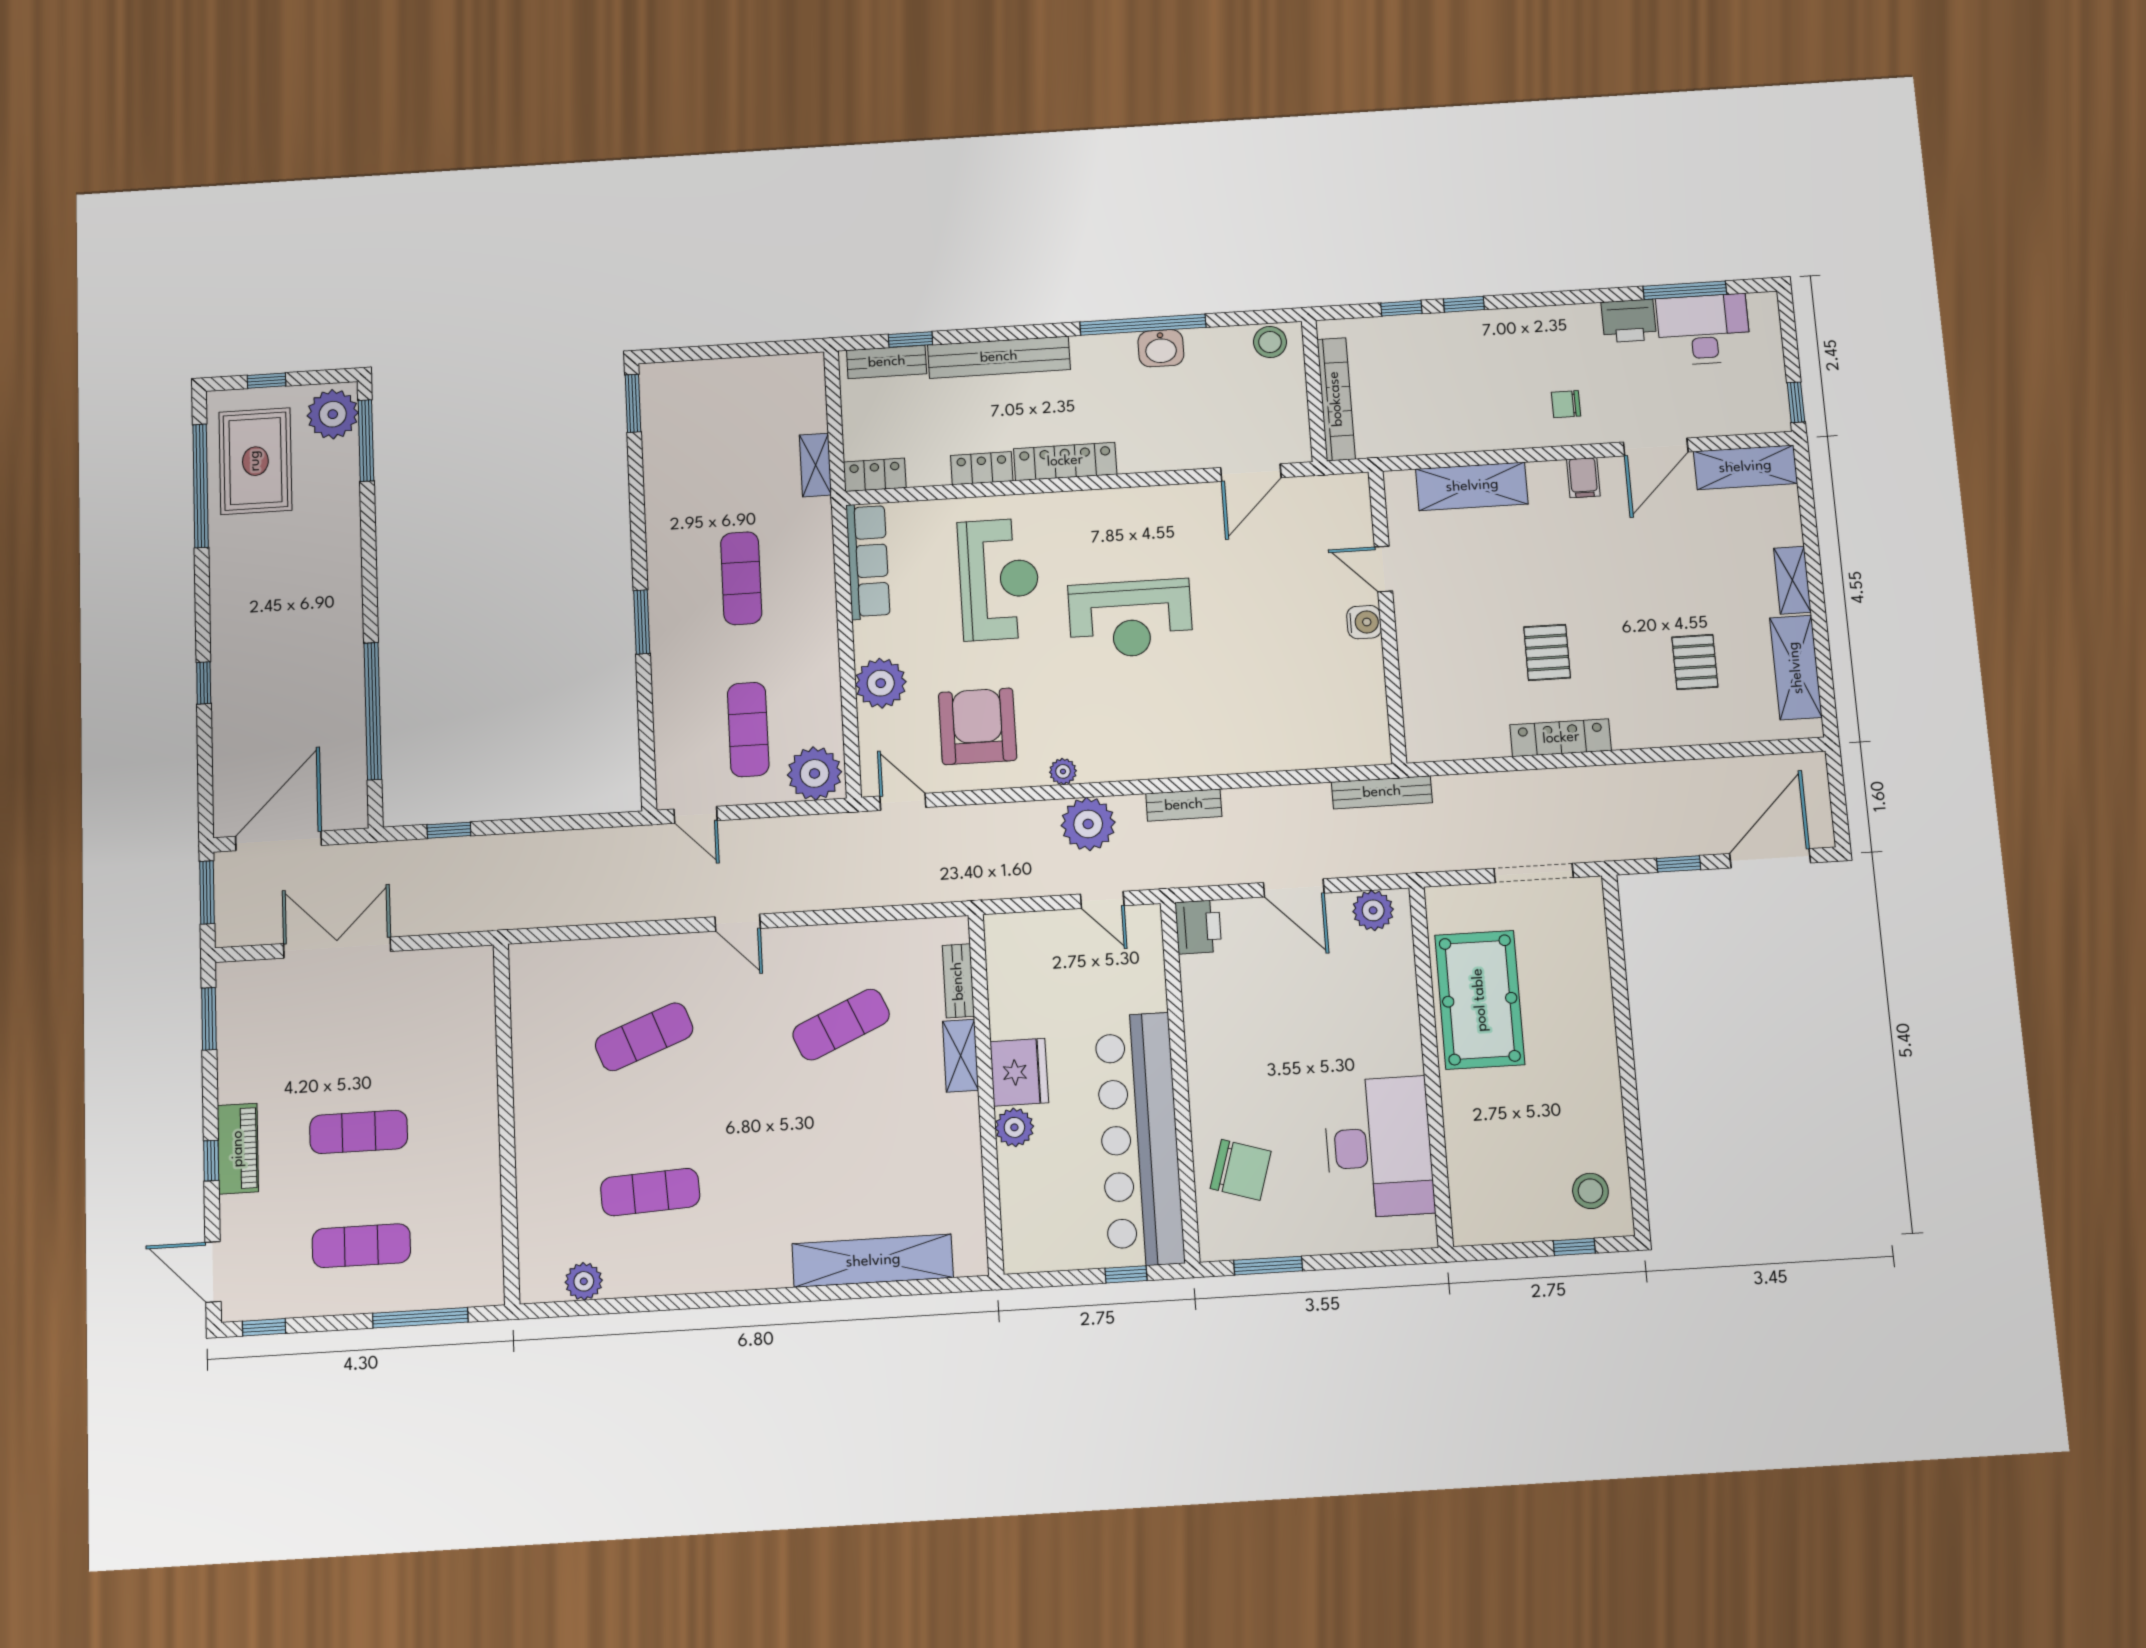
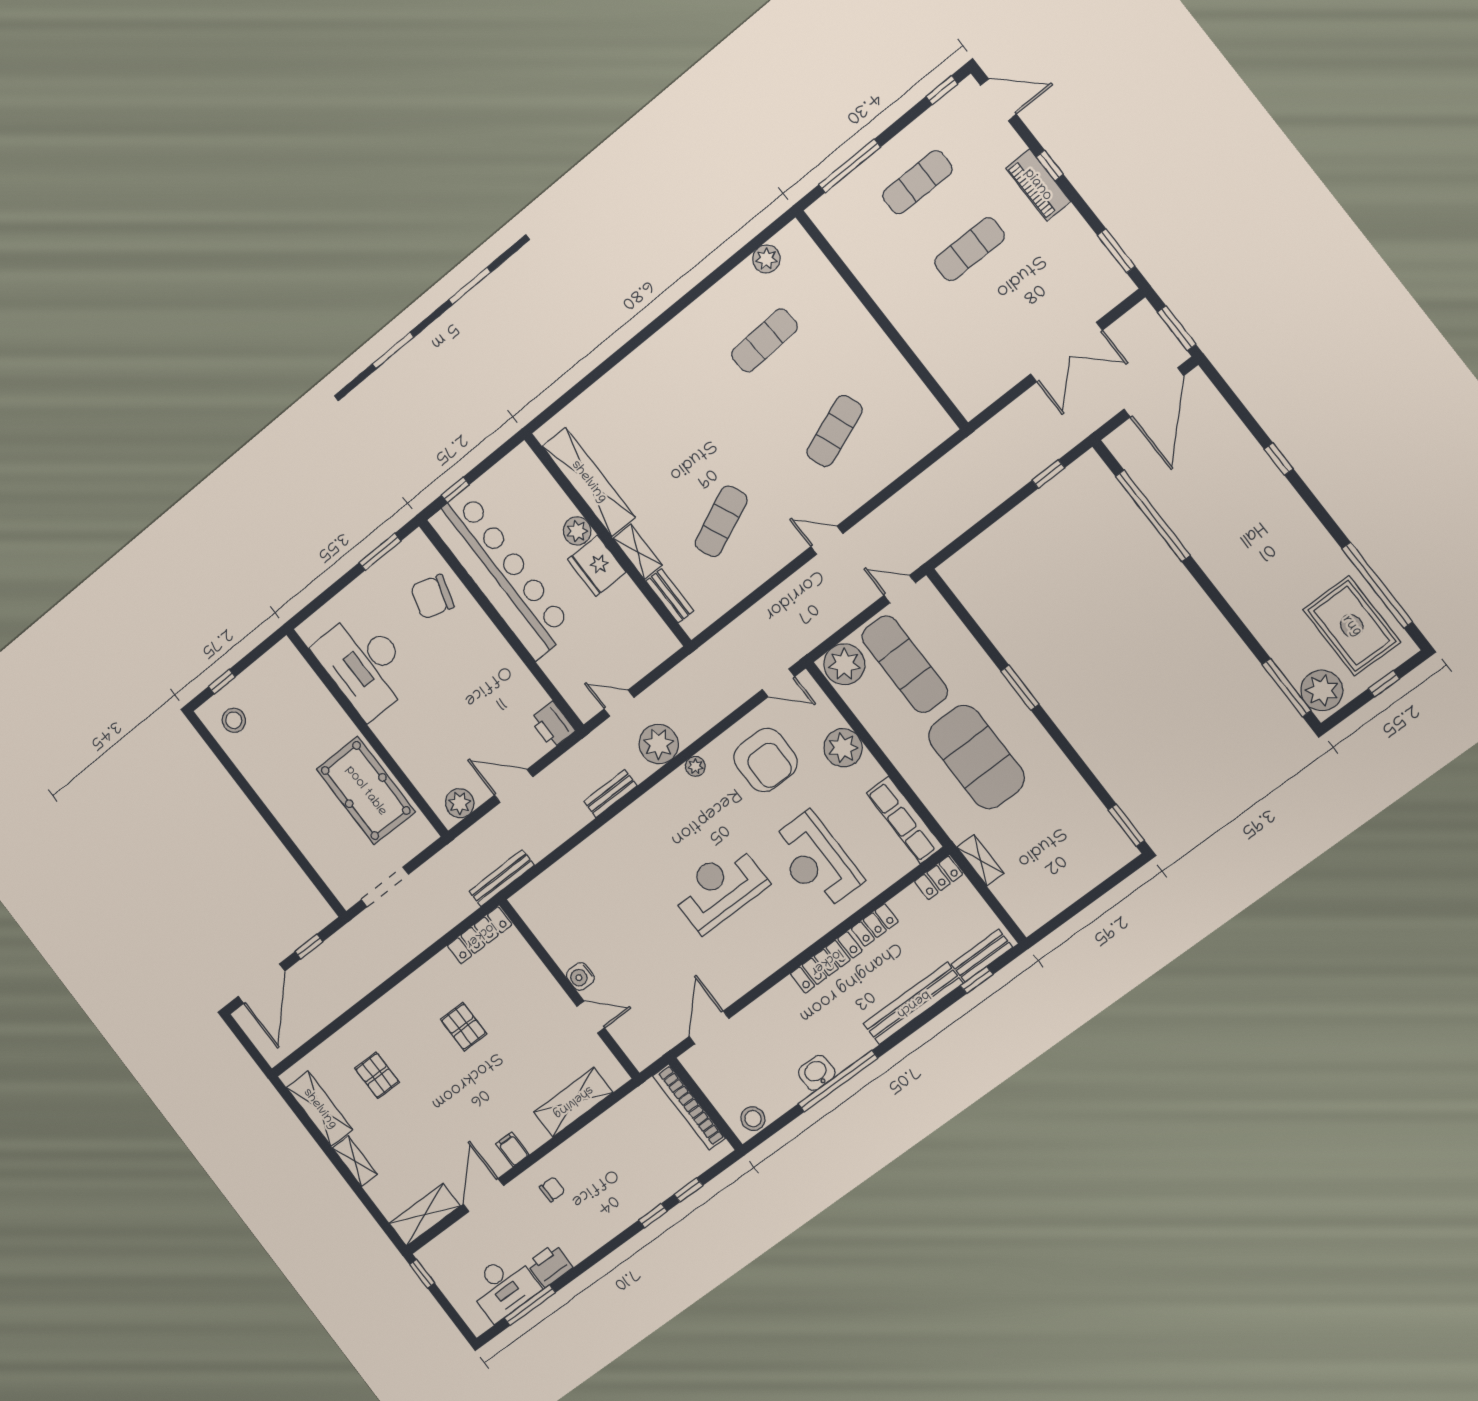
exercise mat: (741, 578) -> (976, 757), width x2.00, depth x1.45
exercise mat: (748, 730) -> (905, 664), width x1.36, depth x1.45
locker: (1561, 738) -> (480, 935), moved
shelving: (873, 1261) -> (589, 482), moved, turned 90

